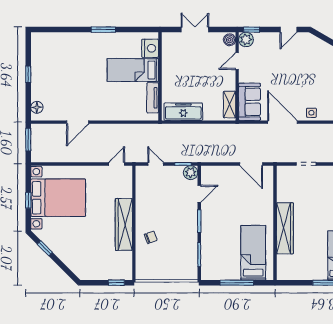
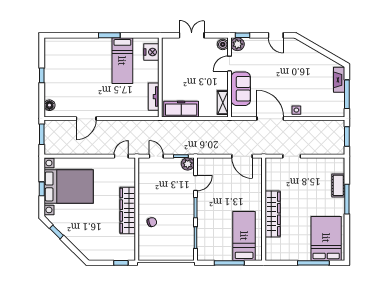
door: (288, 30) -> (276, 35), hinge flipped
bed: (133, 70) -> (122, 61), moved, turned -90
sofa: (250, 102) -> (241, 89), moved

